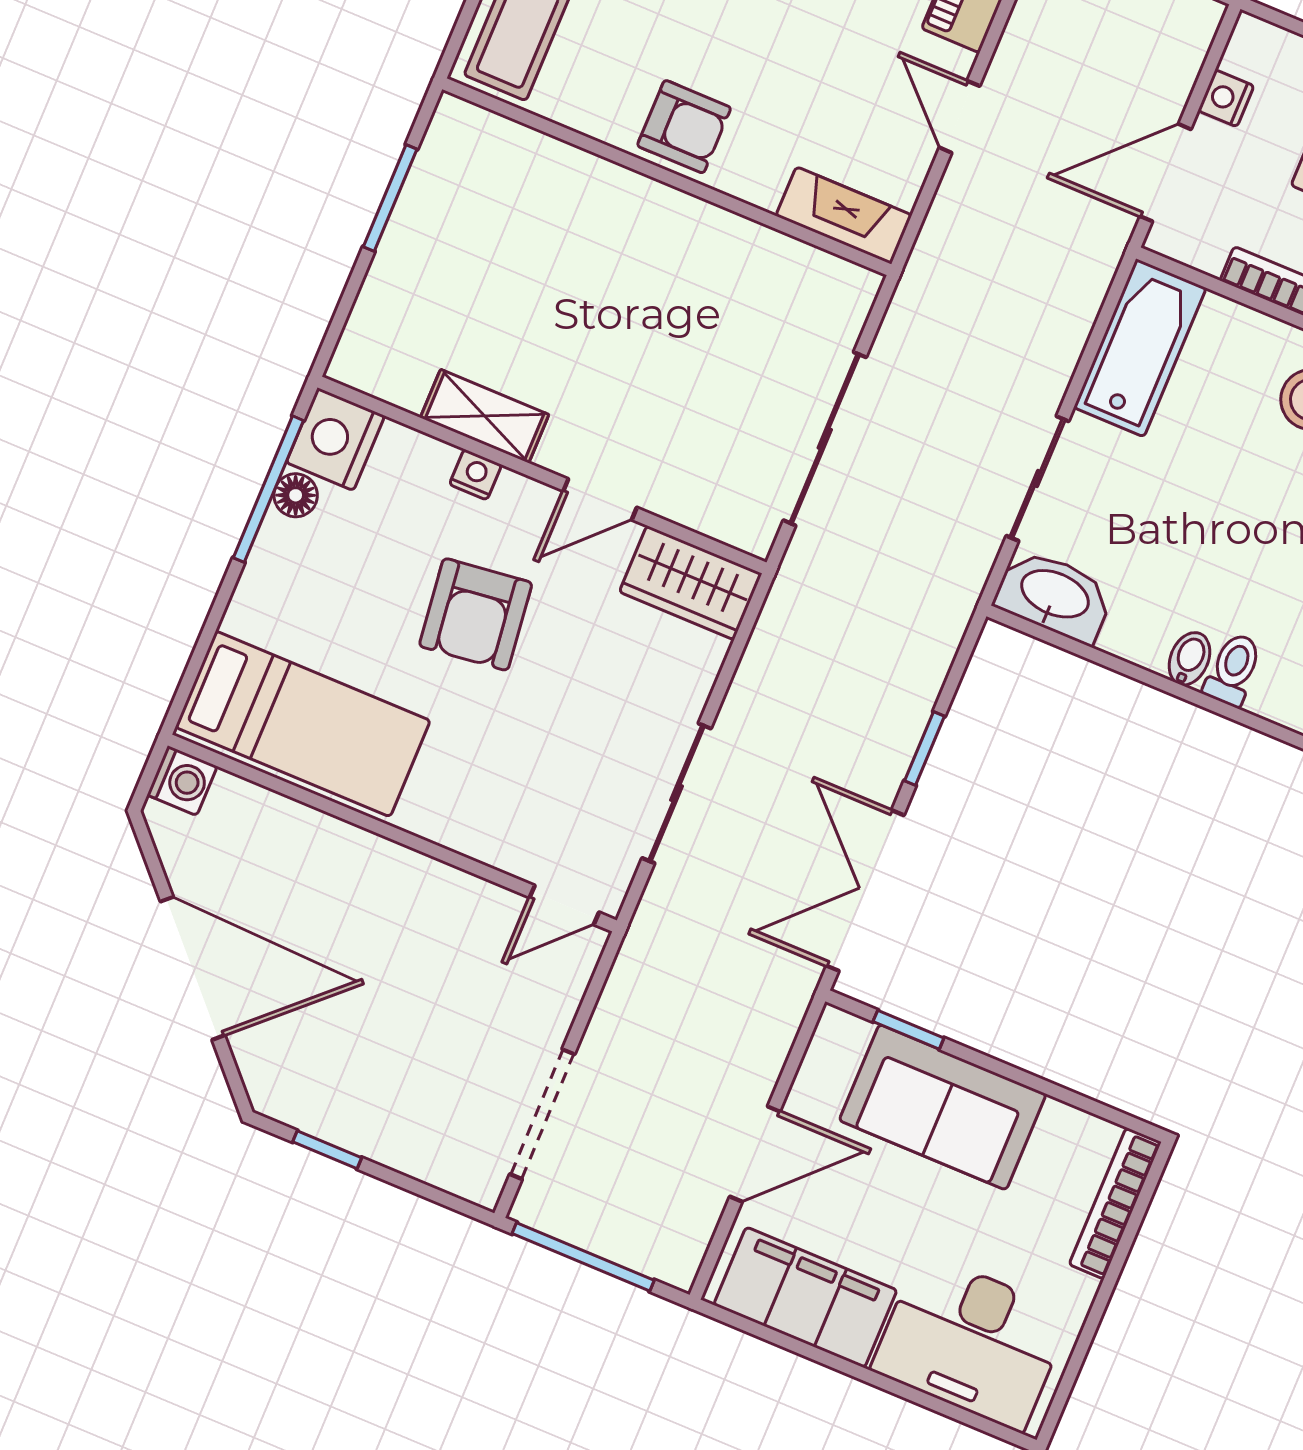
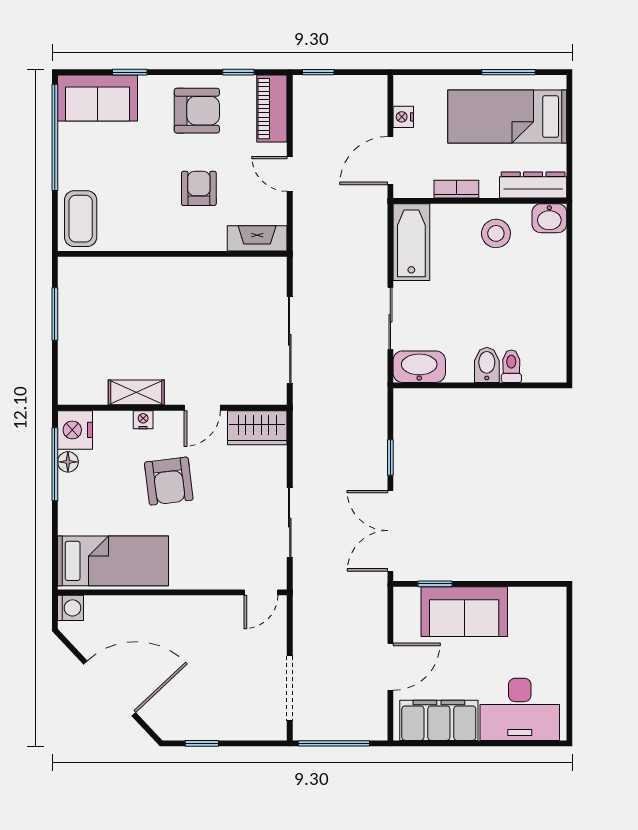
armchair: (684, 127) -> (199, 188), moved, turned -90
bidet: (1189, 659) -> (487, 365), width x1.38, depth x1.36
bookcase: (1115, 1203) -> (558, 622), removed

